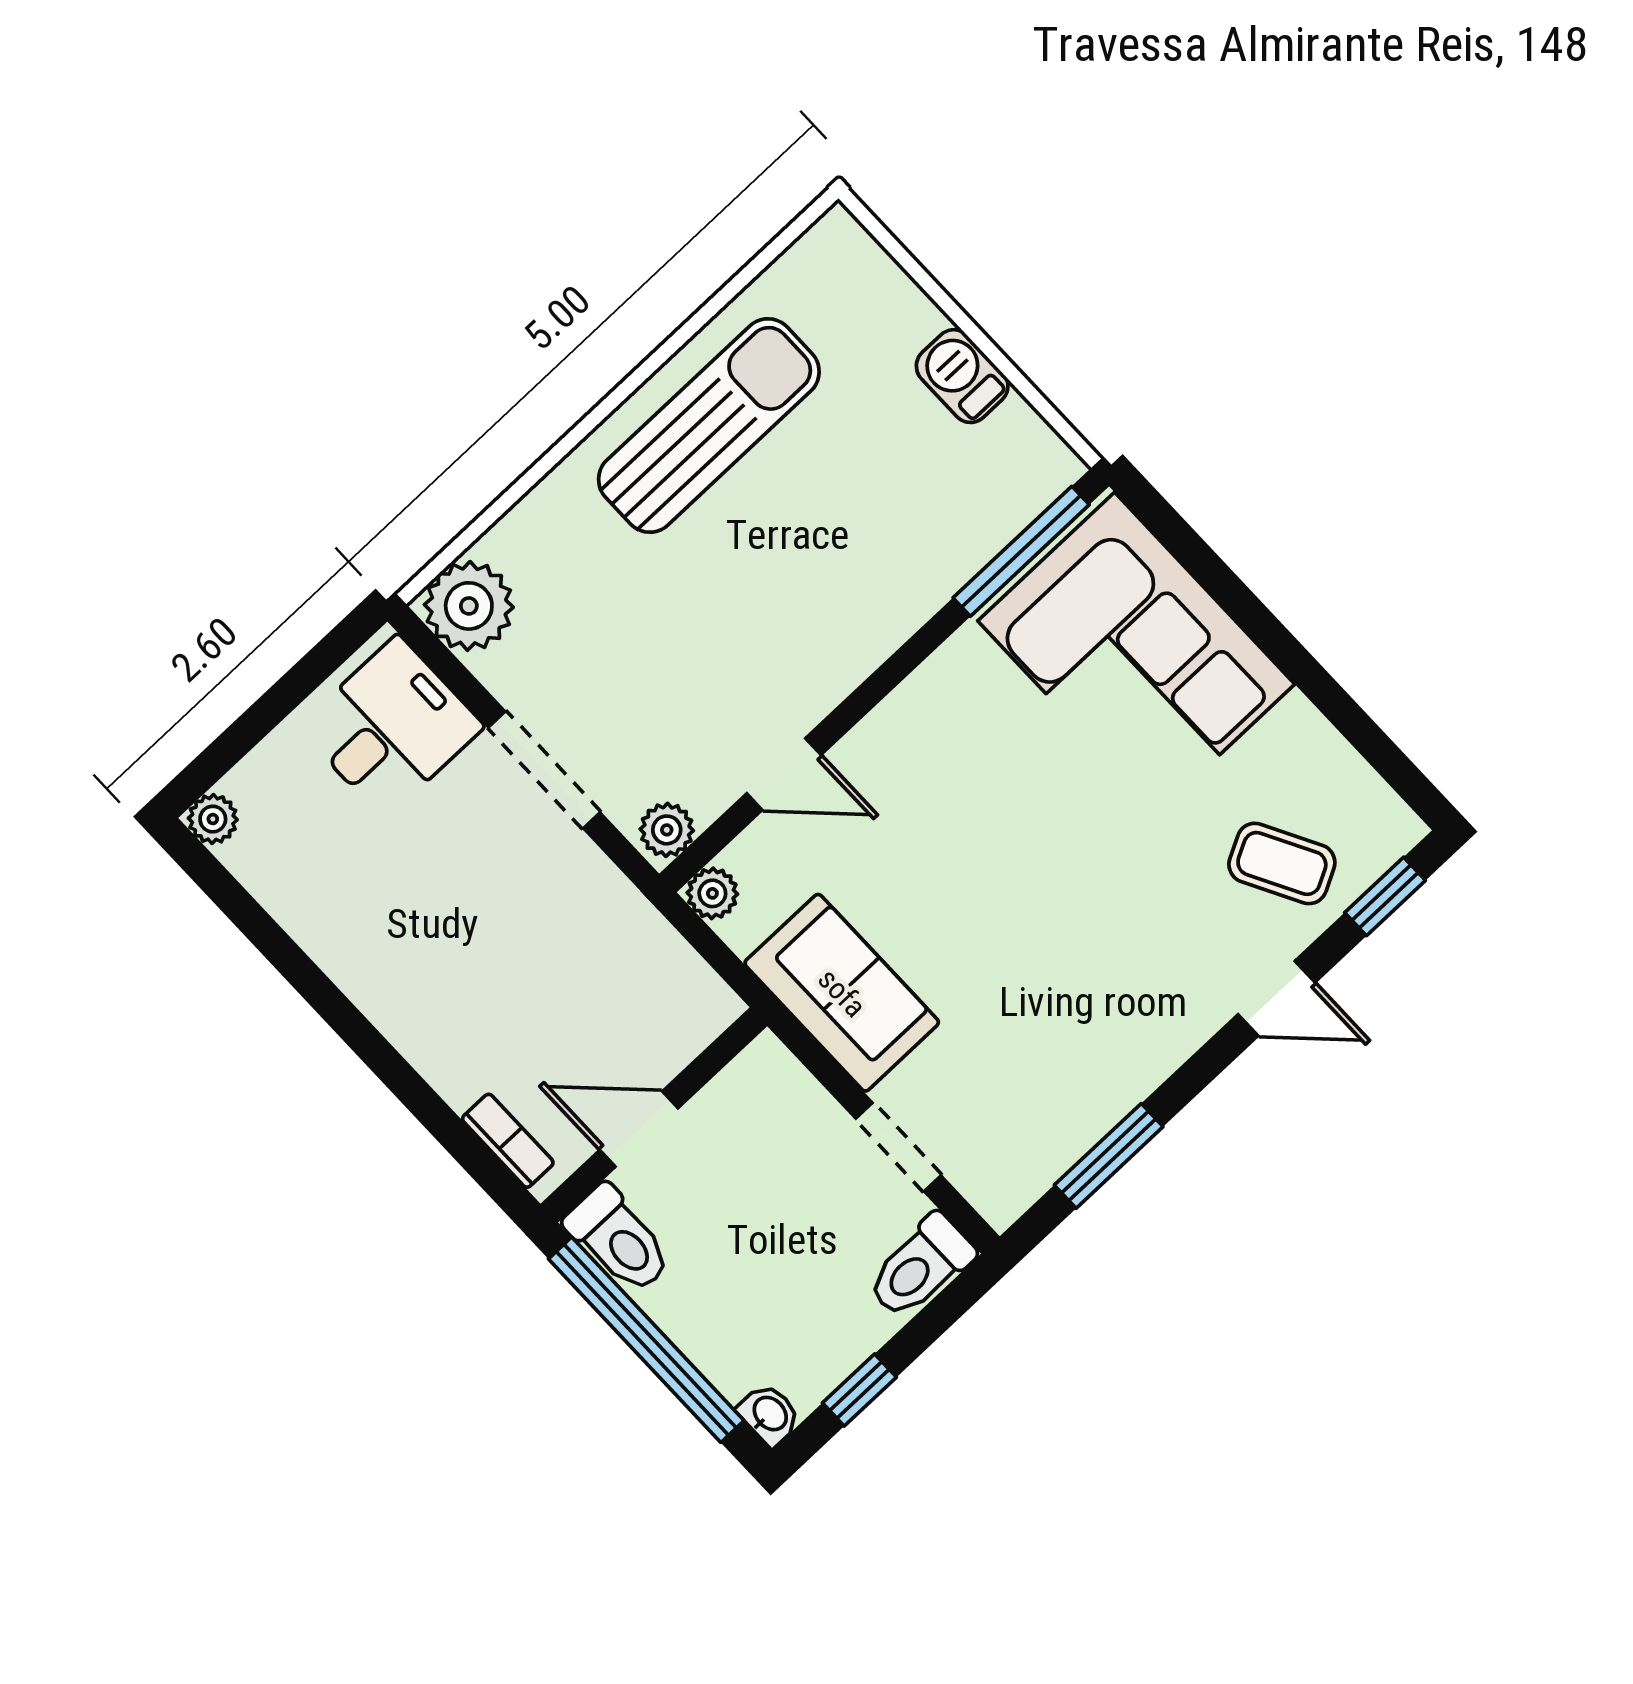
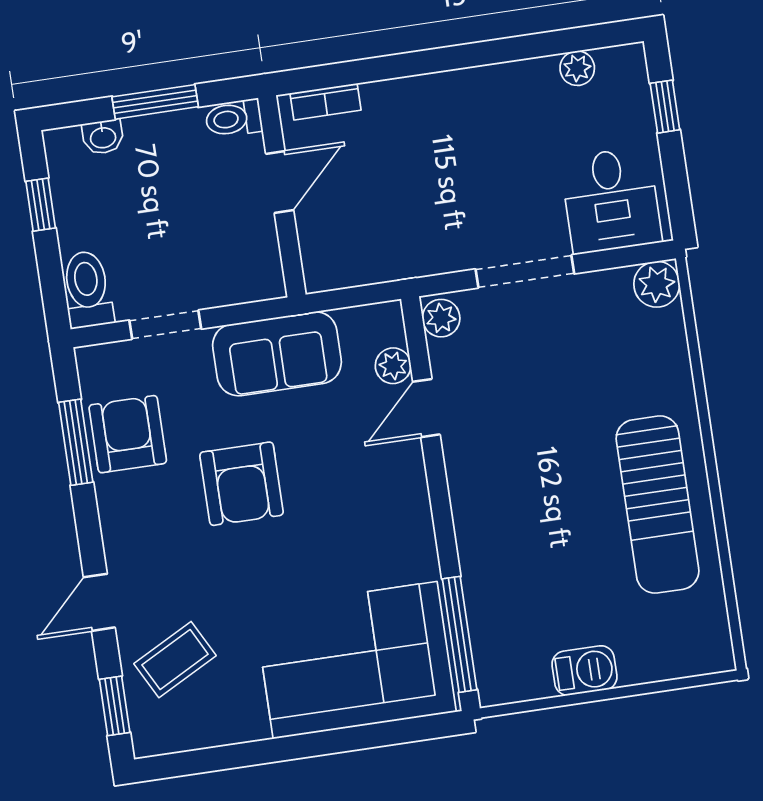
plant: (469, 606) -> (657, 284), width x0.73, depth x0.73
window: (238, 740) -> (665, 107), added
plant: (213, 819) -> (577, 68), moved
plant: (712, 893) -> (393, 366), moved
armchair: (1022, 929) -> (242, 484), added
armchair: (1057, 1102) -> (128, 434), added
toilet: (619, 1239) -> (234, 118), width x0.73, depth x0.72
window: (646, 1340) -> (155, 102), width x0.47
washbasin: (769, 1414) -> (103, 137), moved

